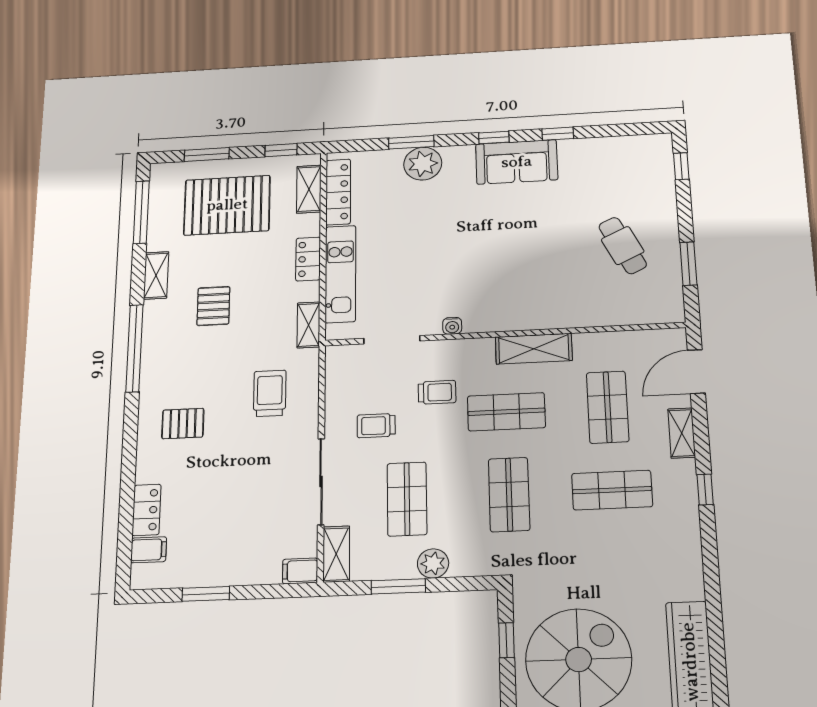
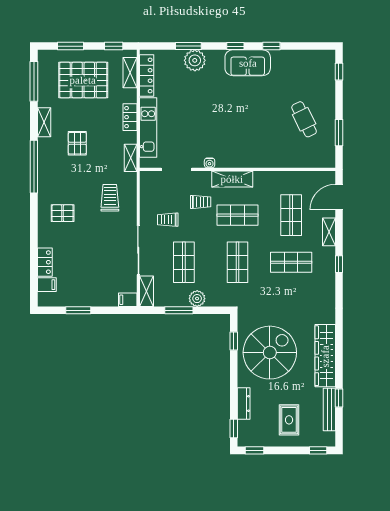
shelving: (534, 349) -> (232, 179), moved

